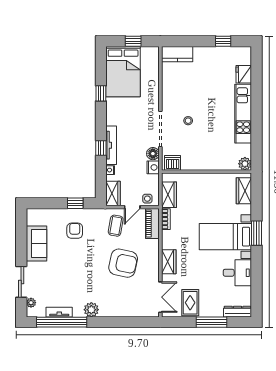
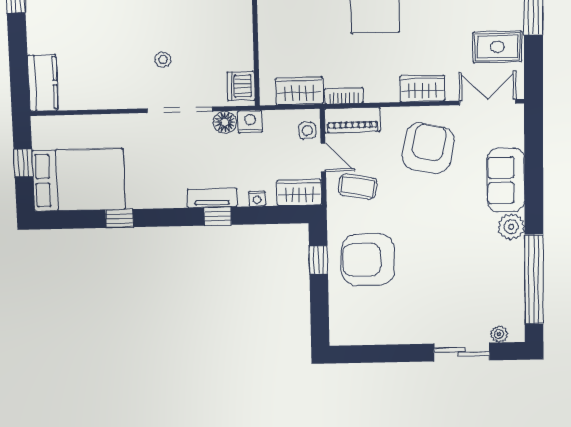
tv unit: (111, 145) -> (212, 198), width x0.71
armchair: (75, 231) -> (368, 260), width x1.88, depth x1.88
sofa: (36, 244) -> (506, 180), moved, turned -90
armchair: (123, 263) -> (428, 148), moved
tv unit: (59, 312) -> (516, 284), removed

